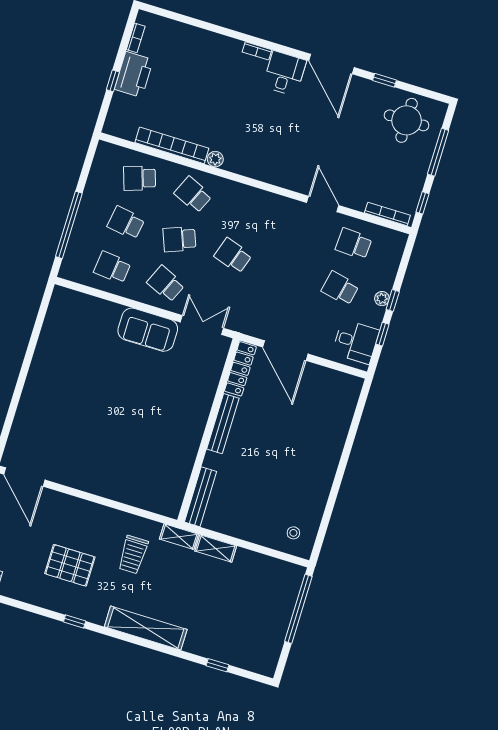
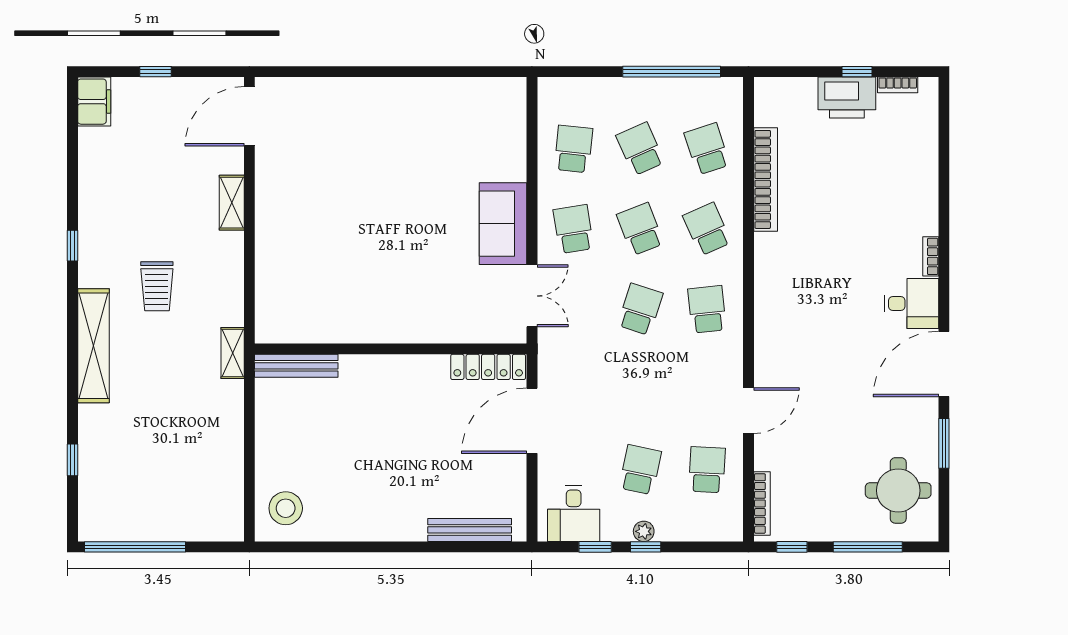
window: (385, 80) -> (944, 443), width x1.50
window: (113, 81) -> (857, 72), moved
plant: (215, 159) -> (765, 245), removed
school desk: (193, 195) -> (707, 229), turned -48
school desk: (247, 211) -> (707, 309), added
school desk: (126, 223) -> (640, 149), turned -33
window: (69, 225) -> (672, 72), moved
school desk: (166, 284) -> (573, 229), turned -33
bench: (223, 424) -> (470, 530), moved
stool: (293, 533) -> (286, 508), width x1.89, depth x1.89
shelving: (216, 548) -> (232, 203), moved
trolley: (133, 555) -> (157, 286), moved, turned -90
pallet: (70, 565) -> (148, 216), removed
window: (298, 609) -> (135, 547), moved

